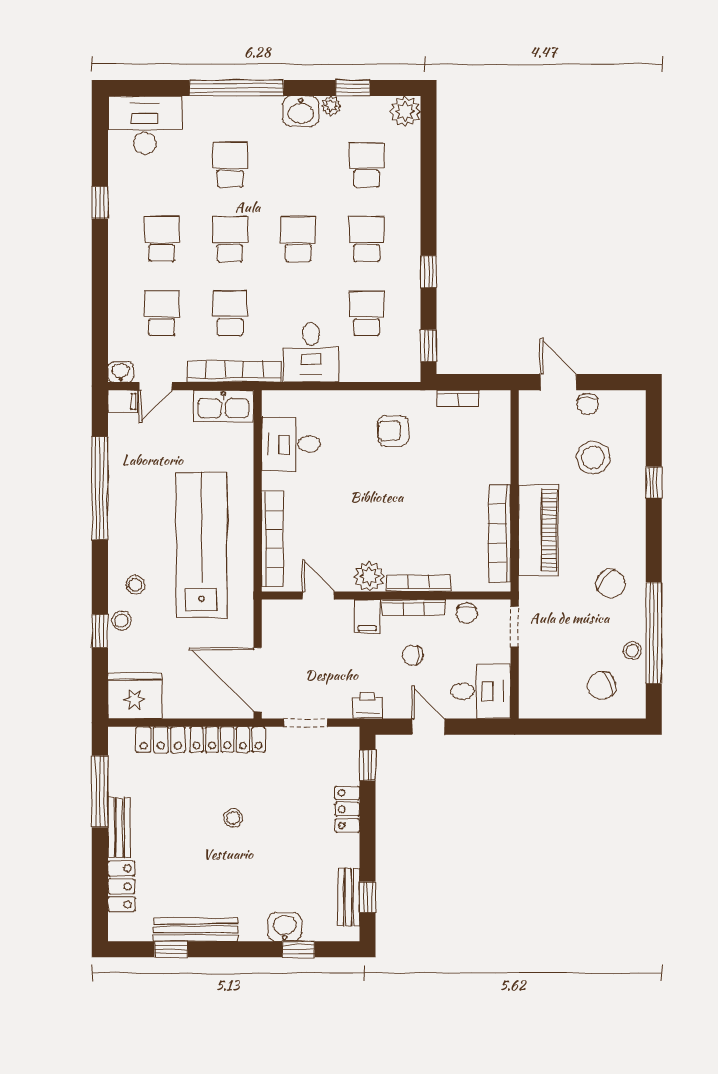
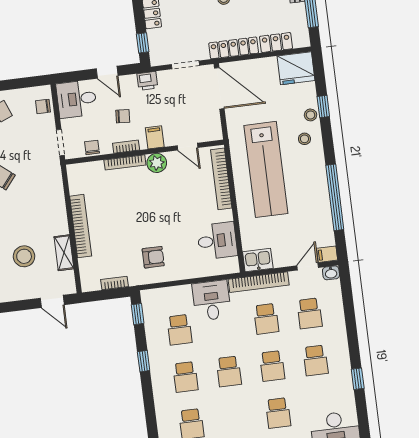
chair: (588, 404) -> (43, 106), moved, turned -87
kitchen sink: (223, 406) -> (258, 260), width x0.73
shelving: (531, 455) -> (64, 253), added
piano: (538, 530) -> (53, 206), removed
bookcase: (500, 533) -> (81, 226), moved
bookcase: (414, 608) -> (126, 147), width x0.64

